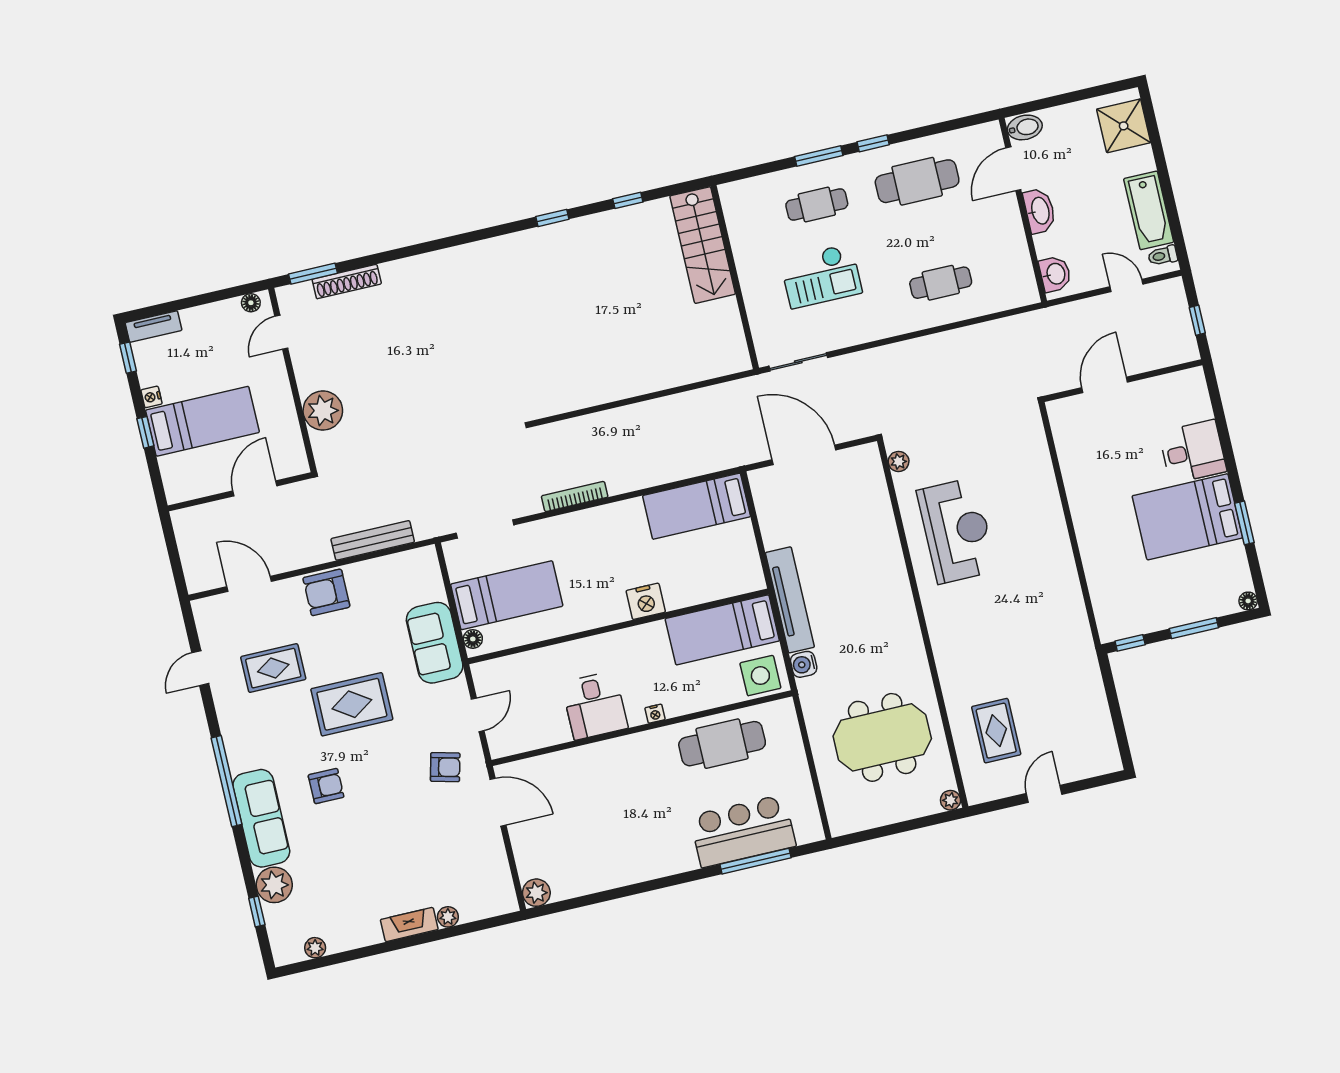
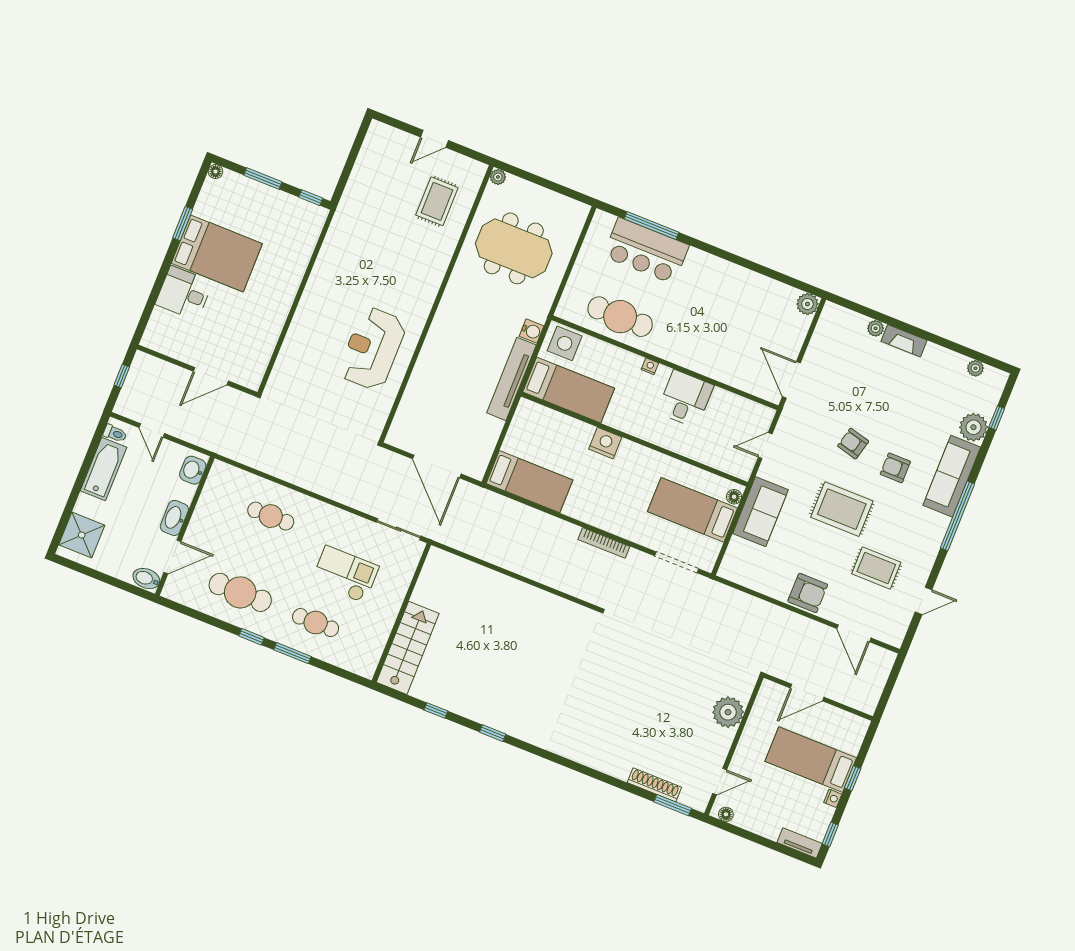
plant: (899, 461) -> (379, 419), removed
bench: (373, 540) -> (754, 606), removed
armchair: (445, 767) -> (853, 444), moved

